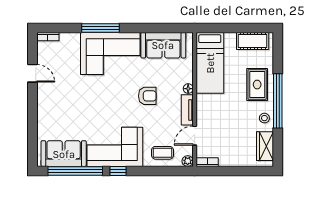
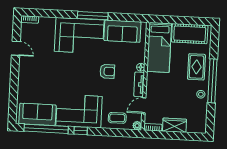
window: (100, 28) -> (93, 16), moved
cot: (253, 41) -> (190, 34), width x1.37, depth x1.34
wardrobe: (265, 146) -> (174, 125), moved, turned 90

